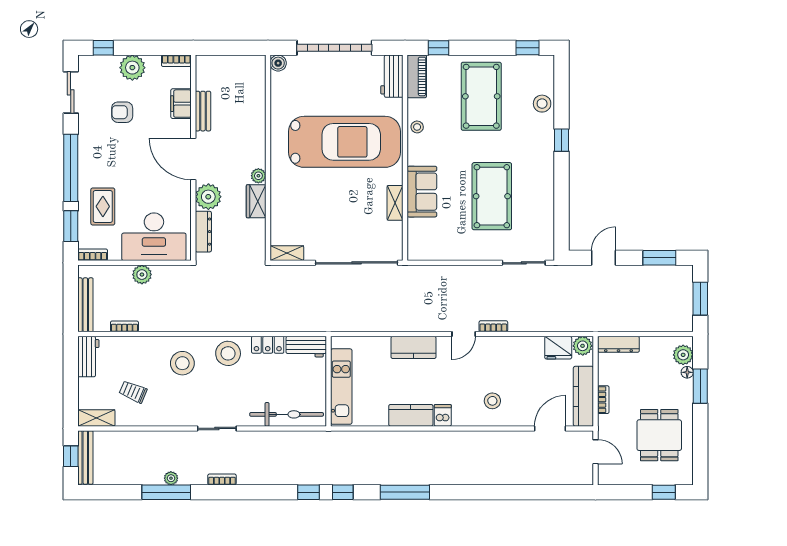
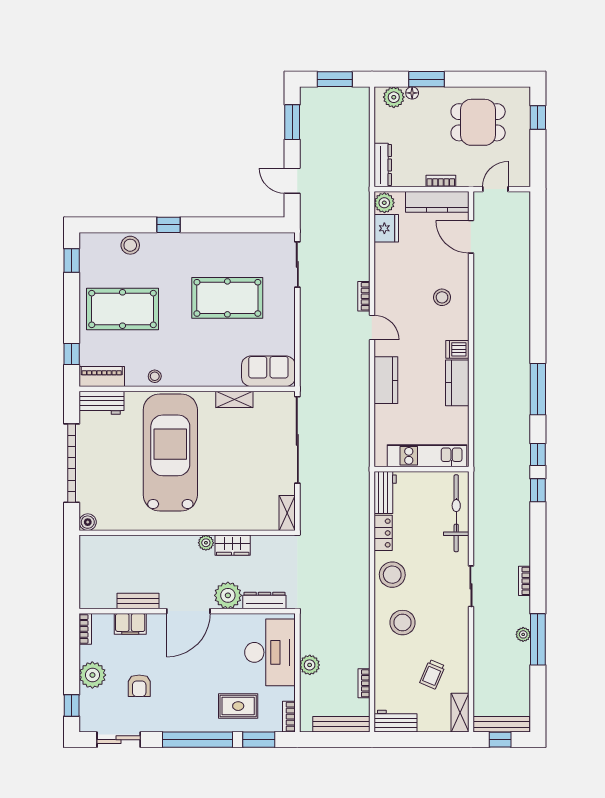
sofa: (422, 192) -> (268, 371), moved

